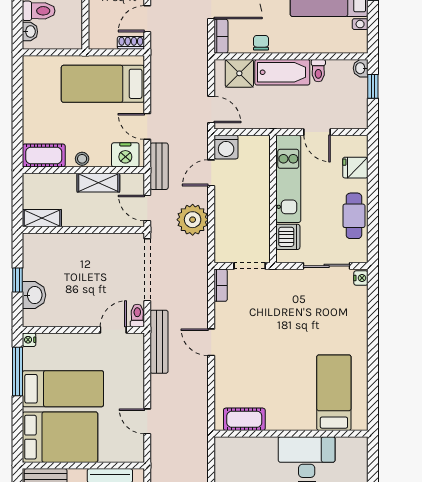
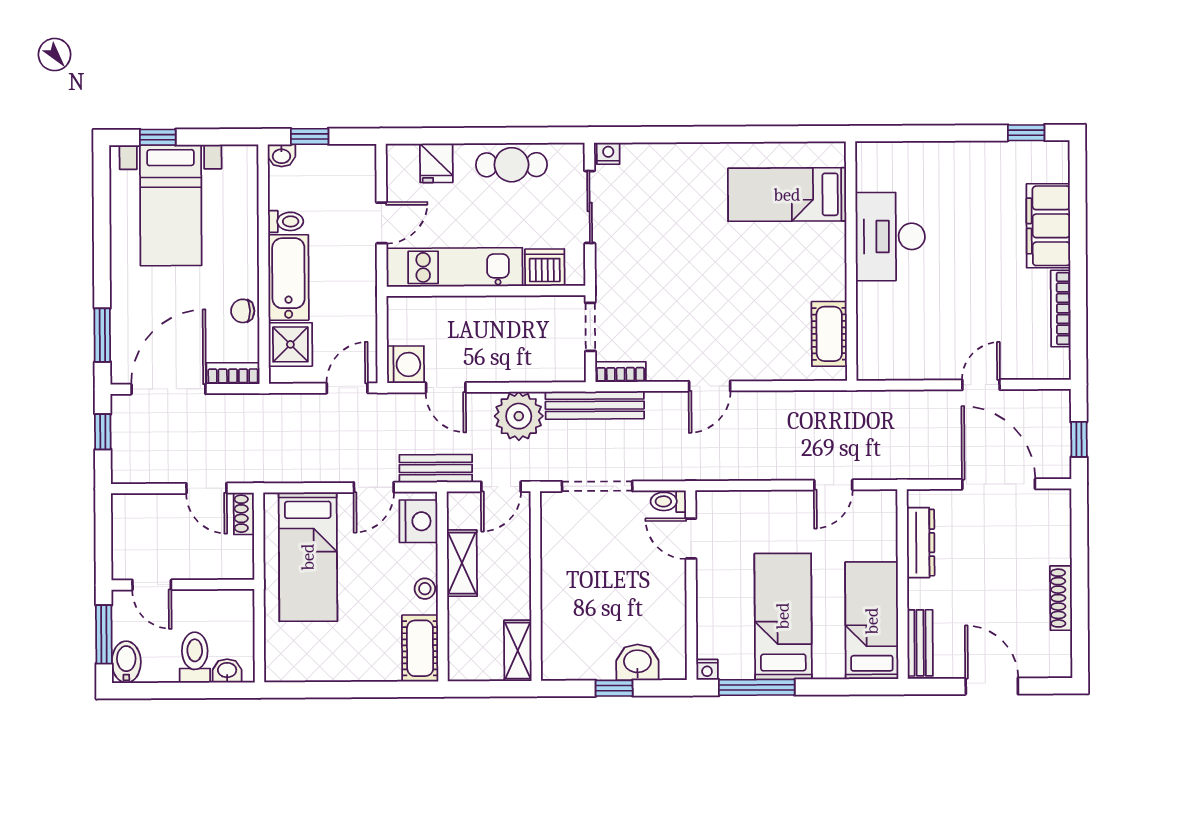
doorway: (147, 270) -> (597, 486), width x0.73
bench: (159, 342) -> (595, 405), moved
bed: (60, 437) -> (872, 621), width x0.67

